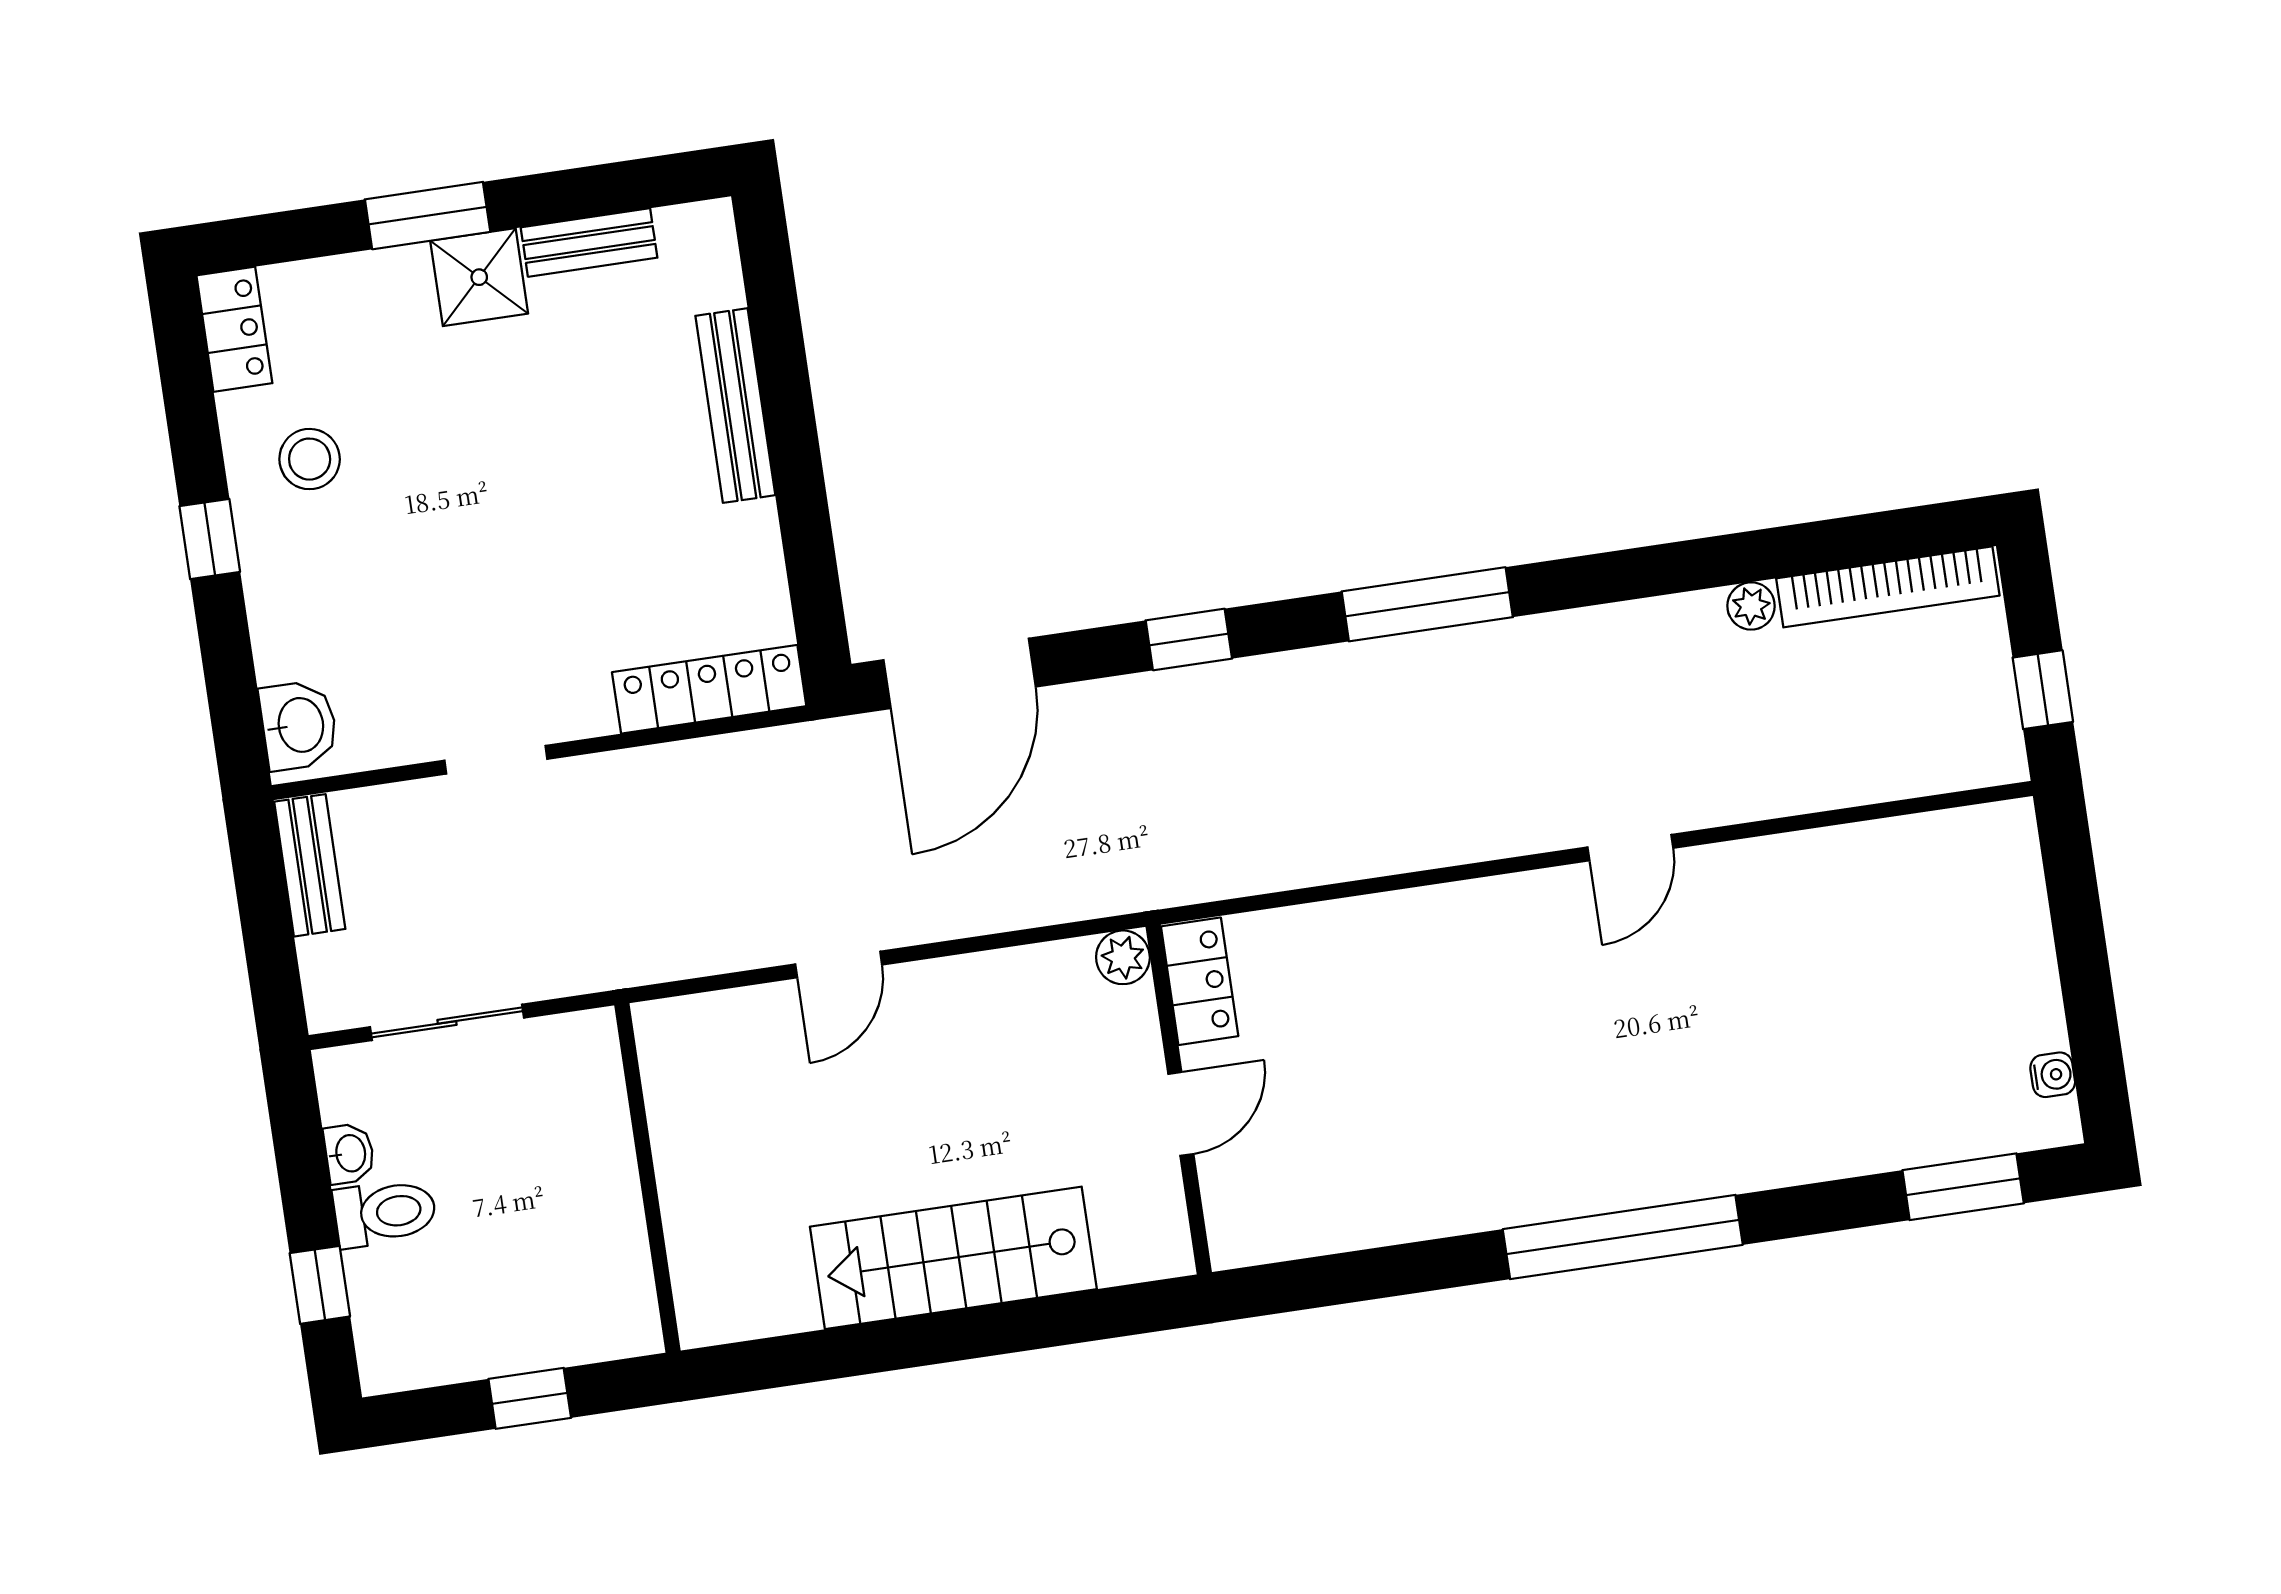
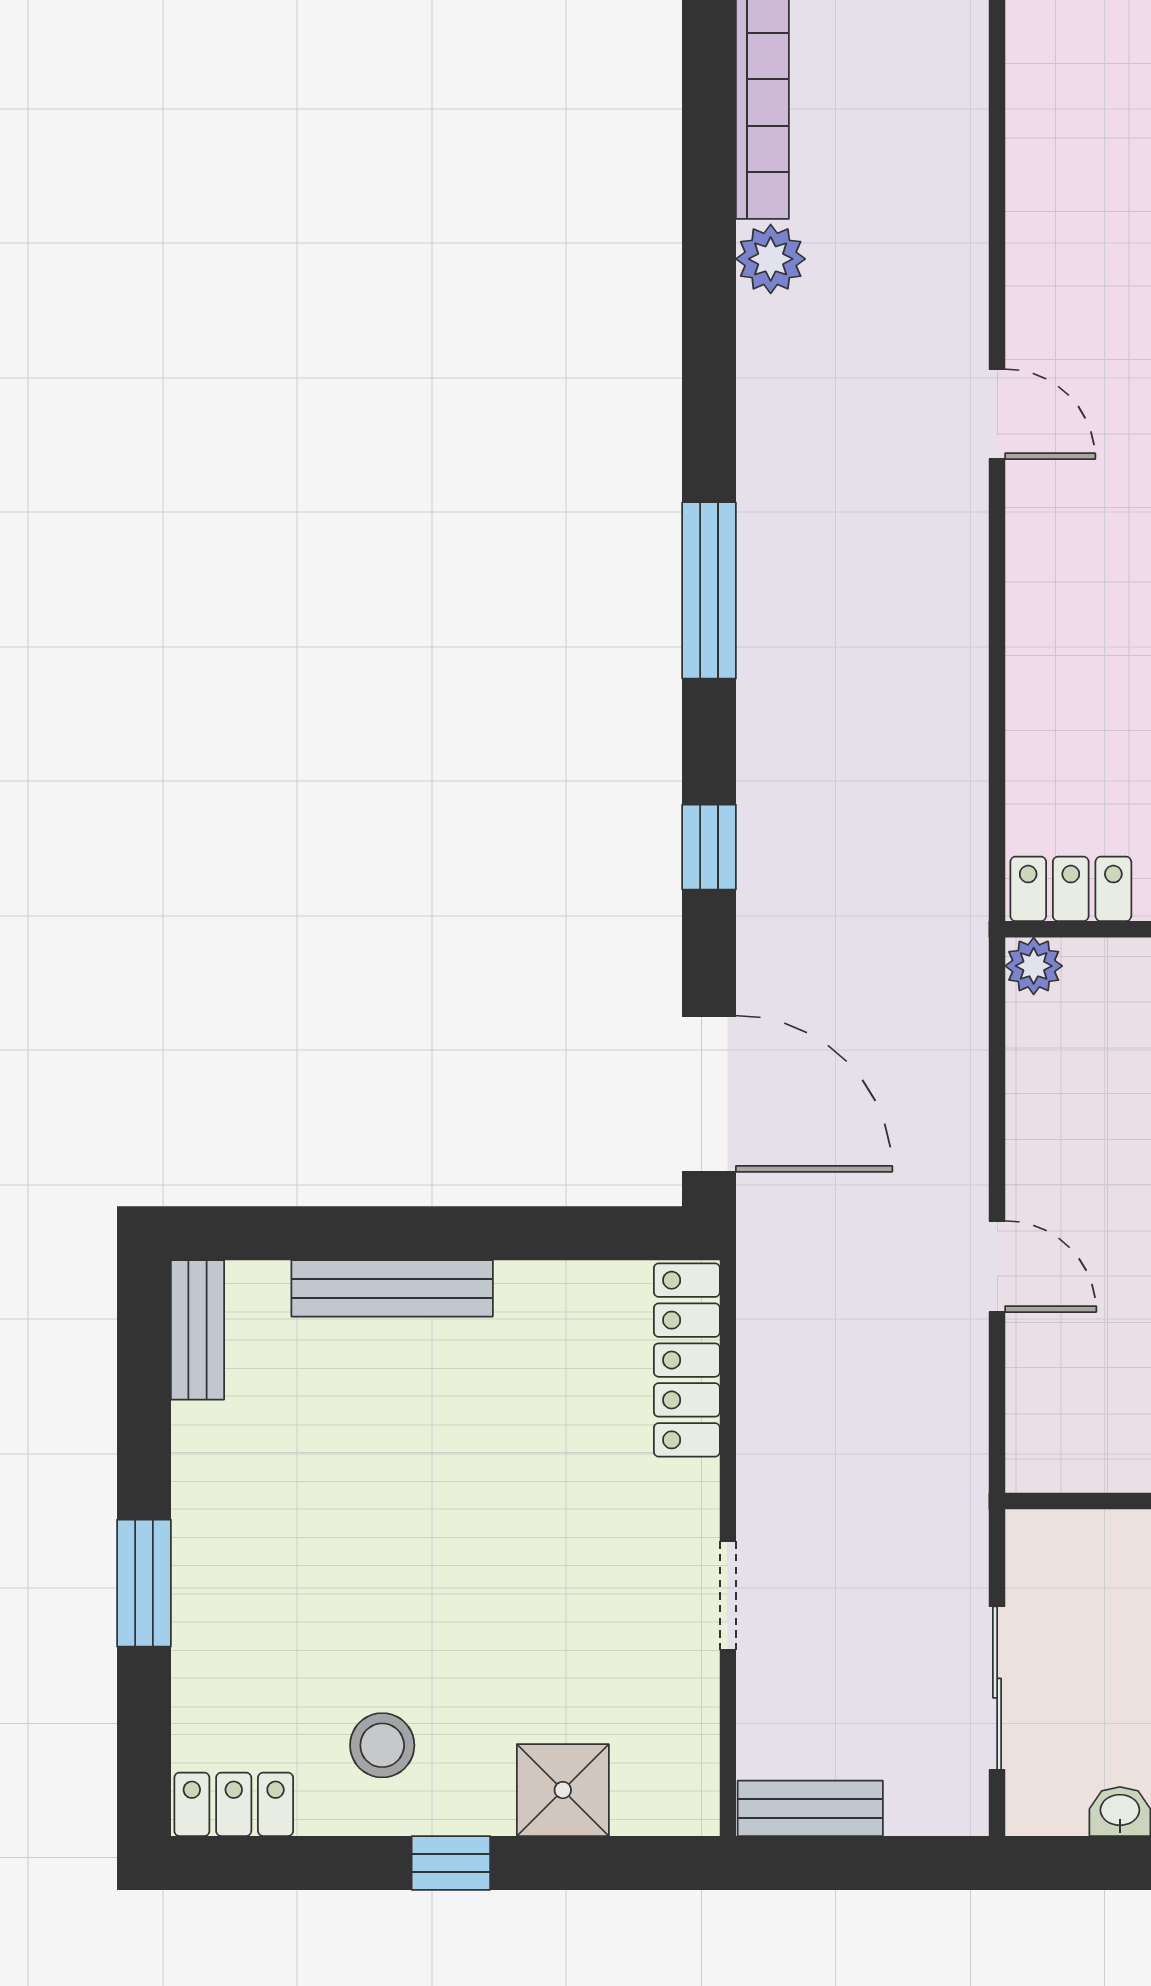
bench: (589, 243) -> (198, 1330), moved
shower: (479, 277) -> (563, 1790), moved
plant: (1751, 606) -> (771, 259), width x1.38, depth x1.38
washbasin: (299, 725) -> (661, 1798), removed

